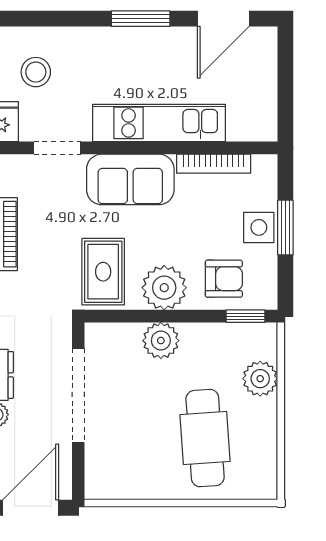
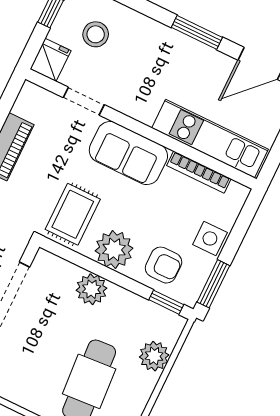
kitchen unit: (159, 123) -> (210, 139), moved
window: (285, 227) -> (213, 284), moved

